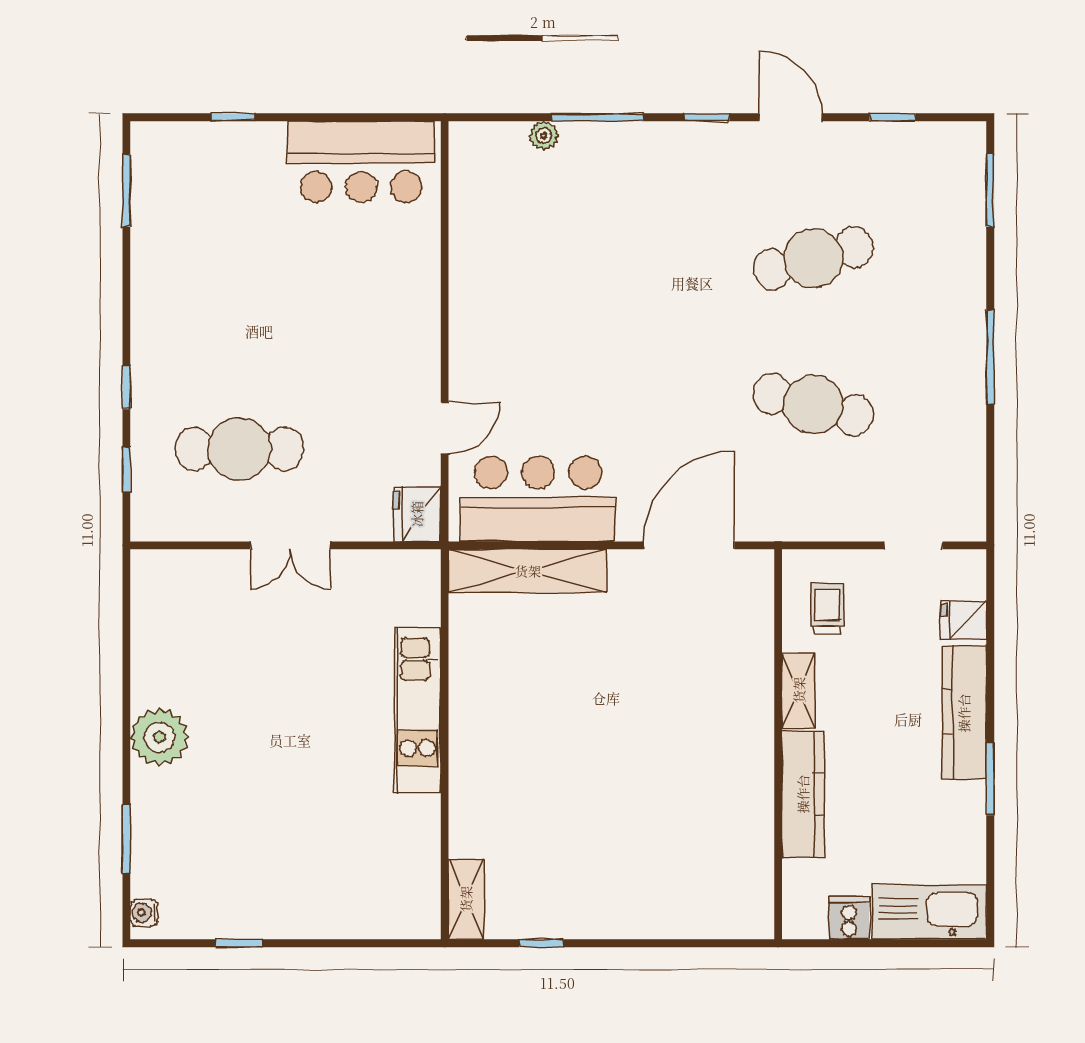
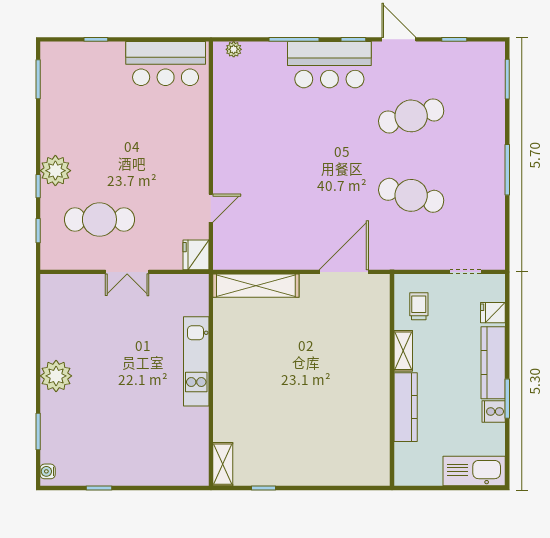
plant: (544, 136) -> (234, 49), moved
plant: (158, 359) -> (55, 171), added
bar counter: (538, 499) -> (329, 65), moved, turned 180
cooker: (849, 918) -> (494, 411), moved, turned -90

